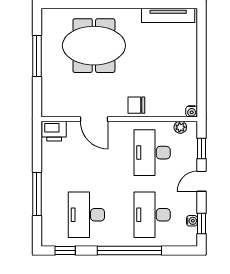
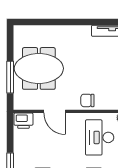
meeting table: (94, 46) -> (39, 68), moved
window: (37, 56) -> (10, 77), moved

